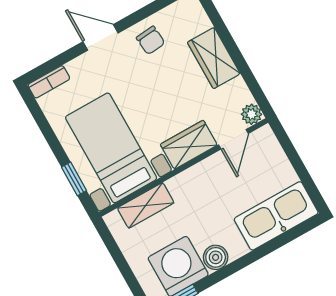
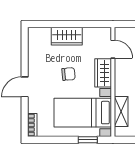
chair: (151, 40) -> (68, 74), moved
plant: (252, 114) -> (105, 33), removed

